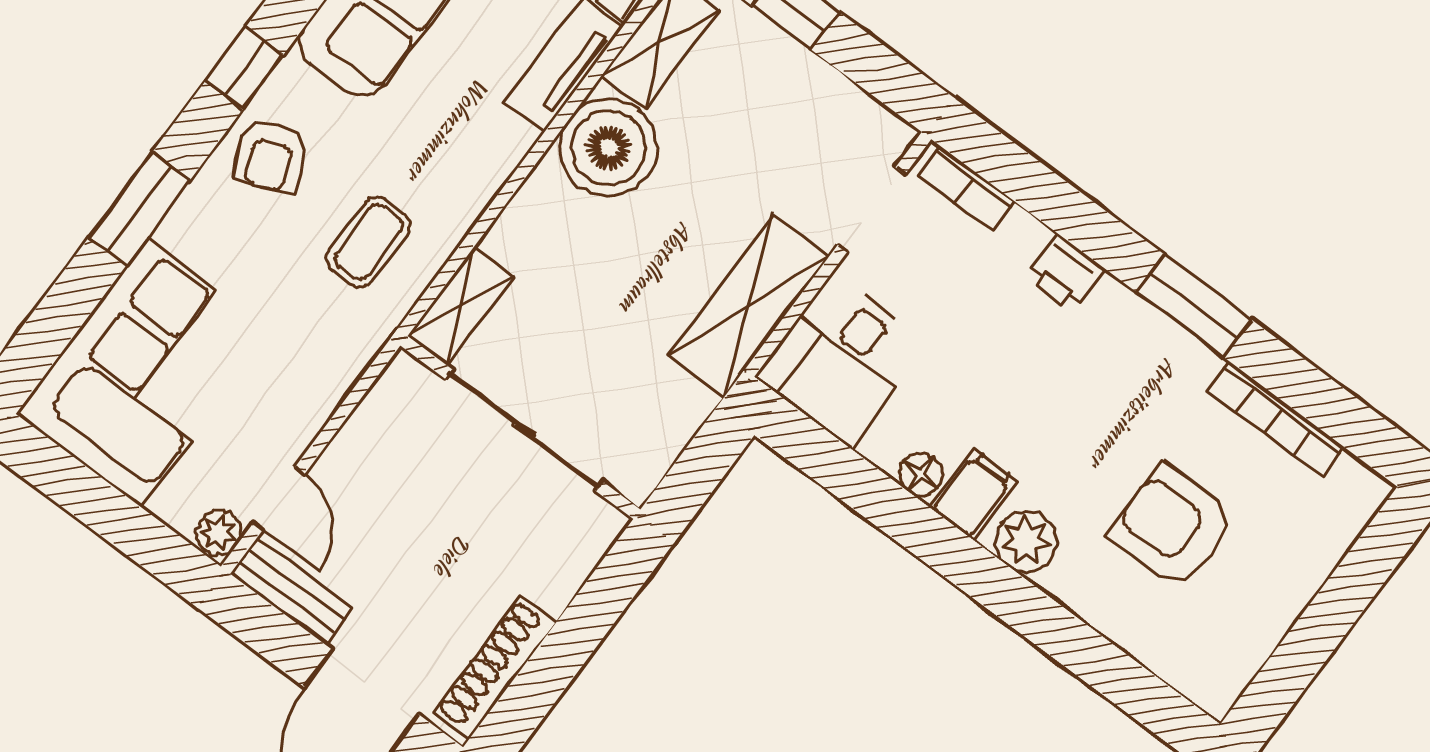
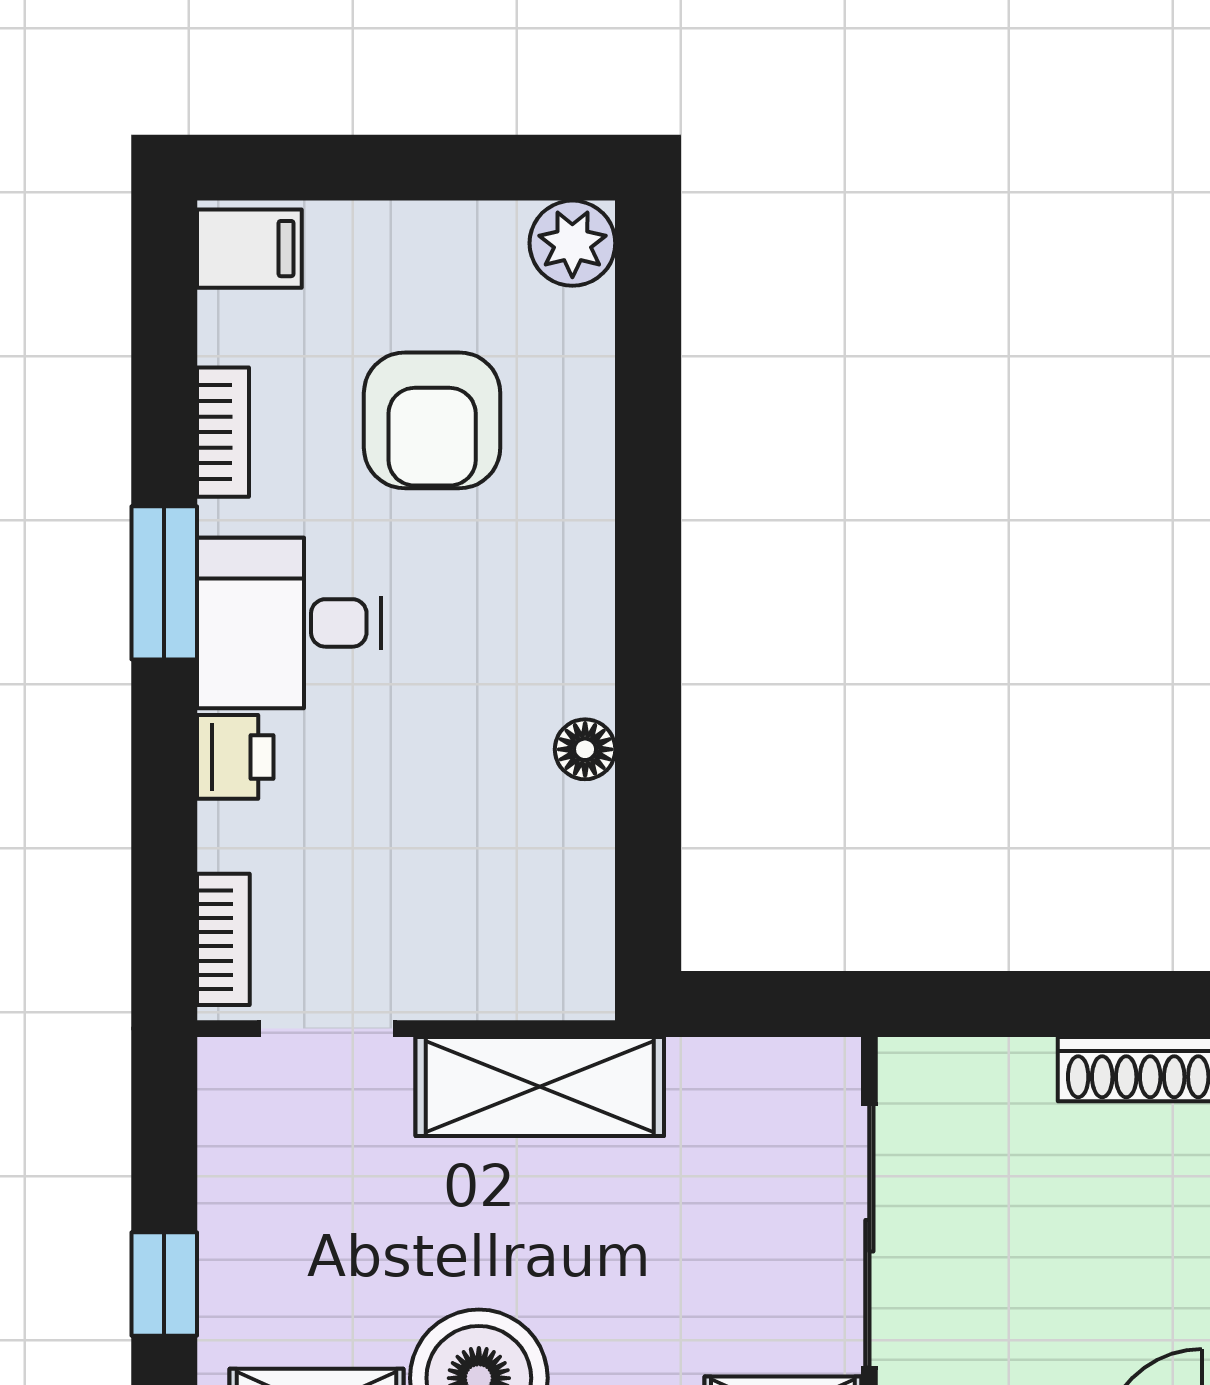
desk: (842, 361) -> (289, 623), moved, turned 180
bookcase: (1276, 419) -> (223, 432), width x0.64
filing cabinet: (974, 494) -> (249, 249), moved, turned 180
plant: (1026, 542) -> (572, 243), moved

